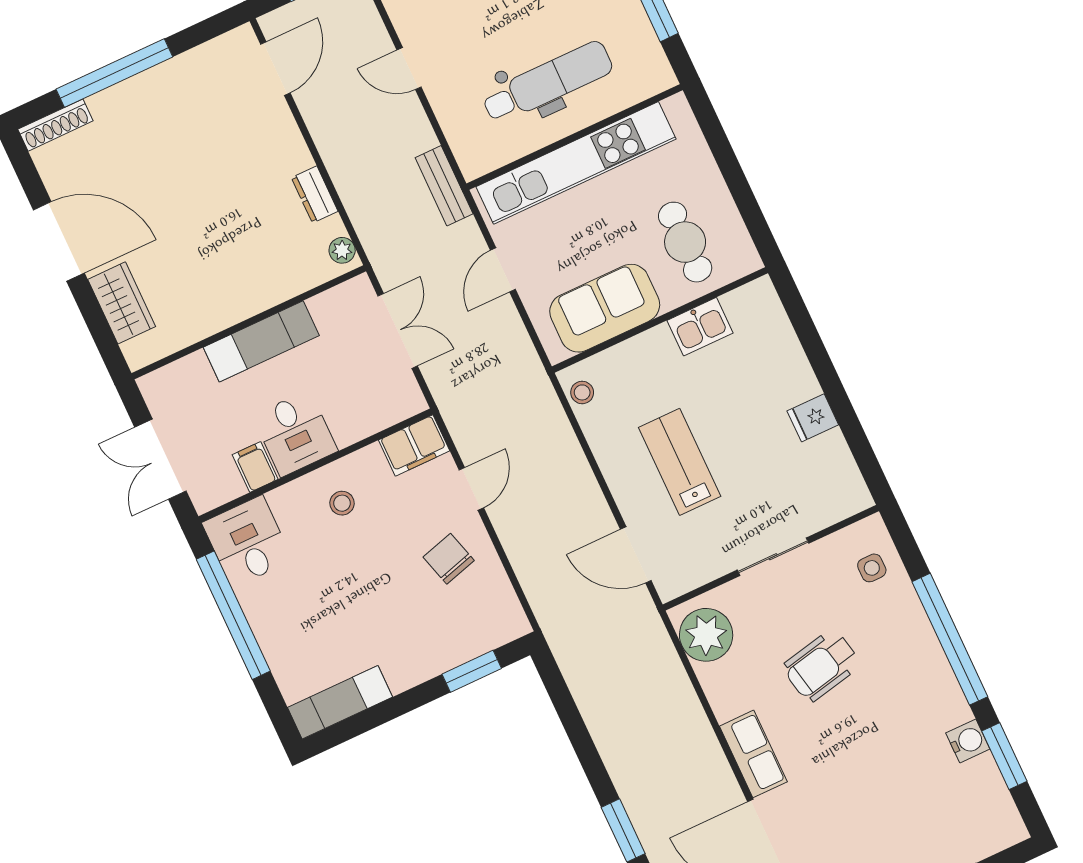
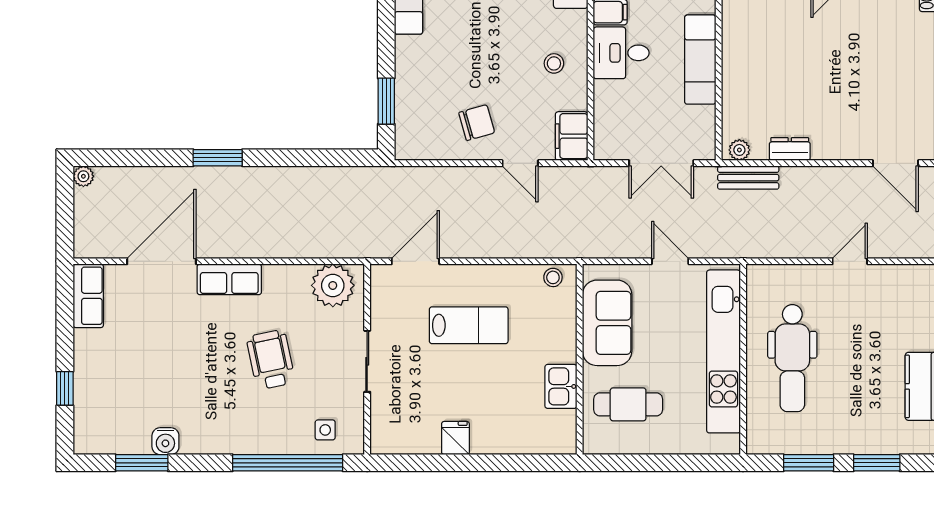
bench: (444, 186) -> (748, 178), moved
window: (950, 639) -> (288, 463), moved

